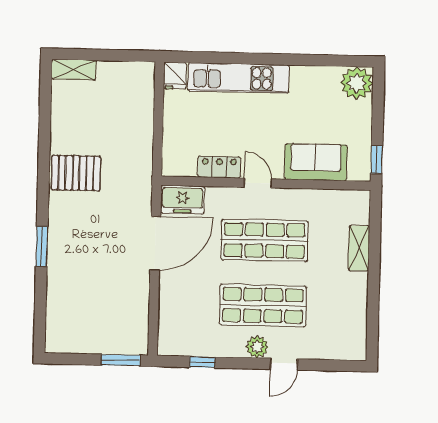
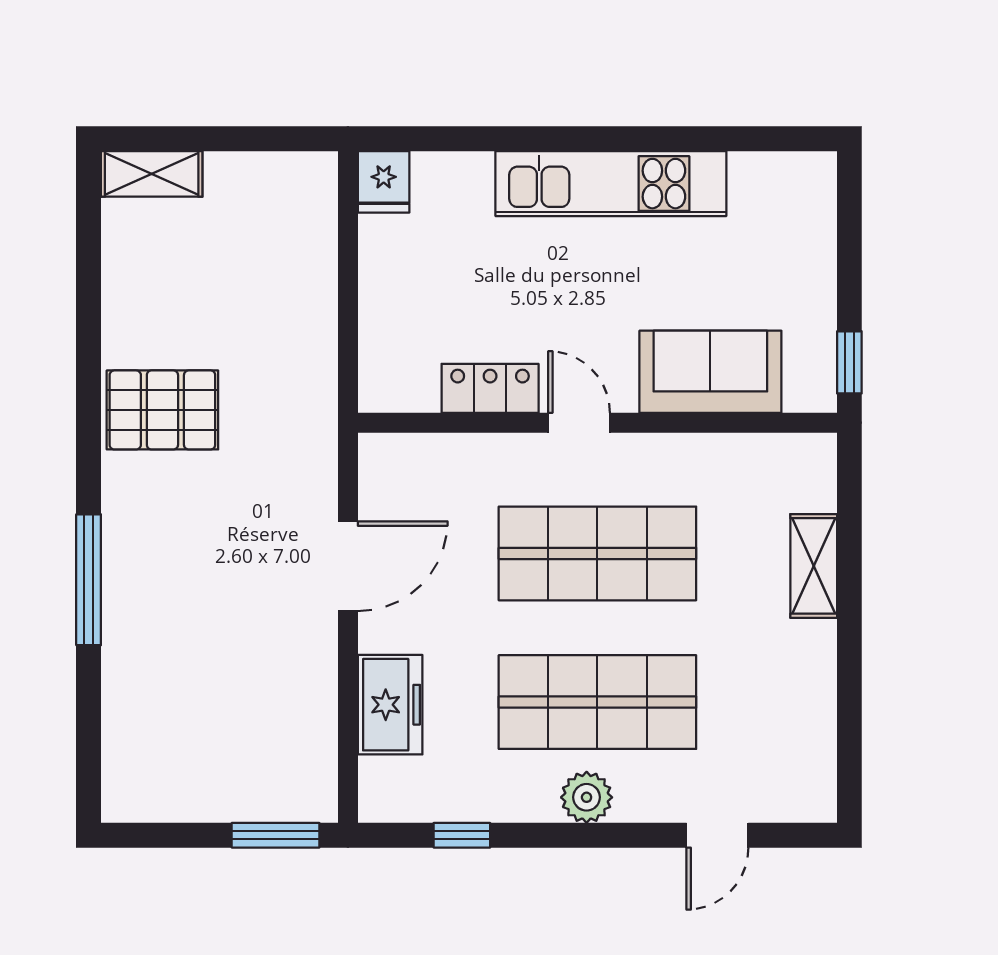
kitchen unit: (238, 78) -> (611, 184), moved
plant: (357, 83) -> (799, 189), removed
freezer: (182, 200) -> (390, 705), moved, turned -90
door: (155, 243) -> (348, 566), width x0.73
window: (42, 246) -> (89, 580), width x1.44
door: (284, 364) -> (717, 835), moved

